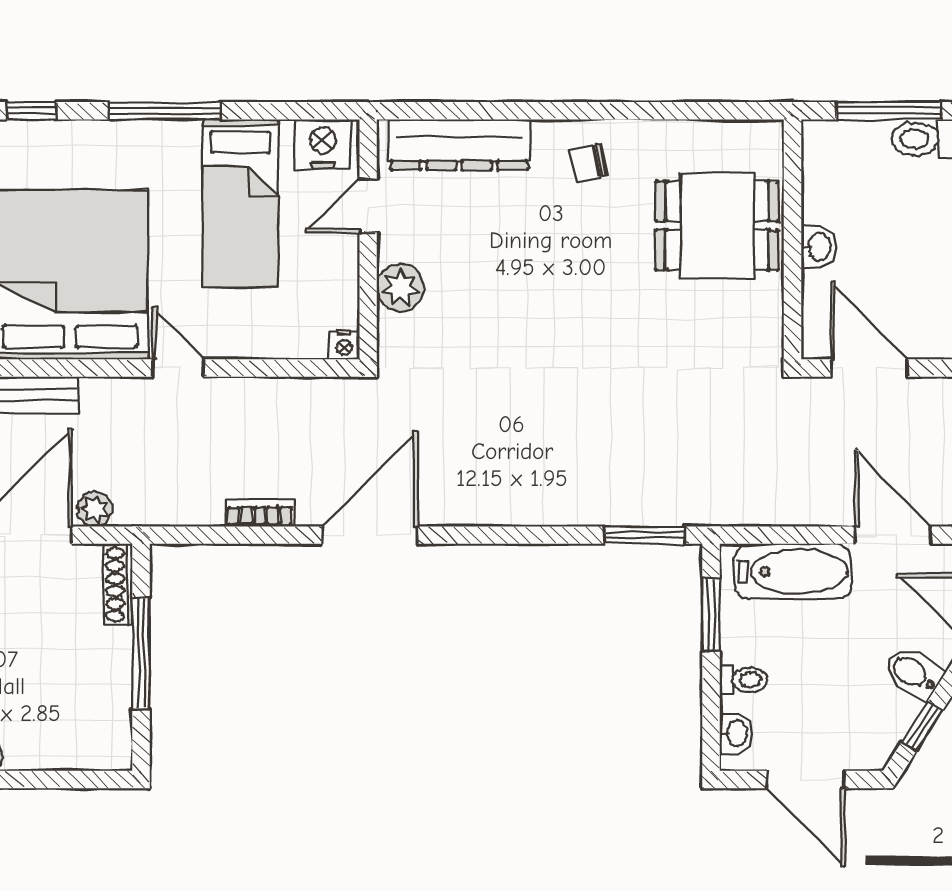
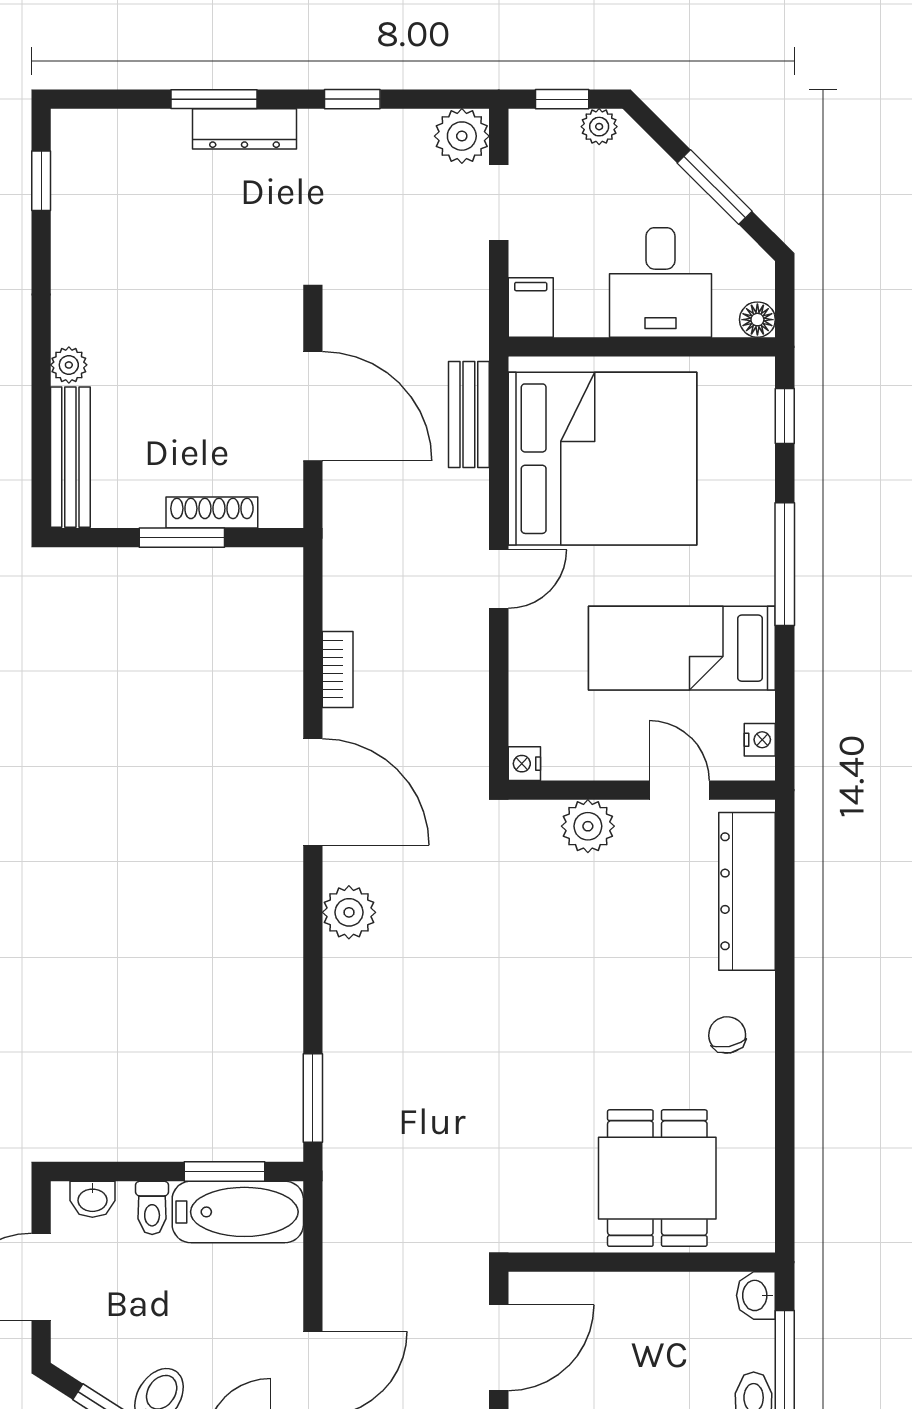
nightstand: (323, 144) -> (760, 740), width x0.53, depth x0.56
washbasin: (818, 247) -> (756, 1295), moved, turned 90
plant: (95, 509) -> (349, 912), moved, width x1.38, depth x1.38
bathtub: (793, 572) -> (238, 1212), moved, turned -90
shoe rack: (118, 585) -> (212, 512), moved
window: (141, 653) -> (182, 538), width x0.69
bench: (69, 753) -> (70, 457), added

